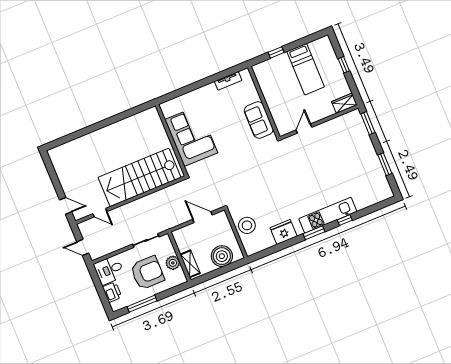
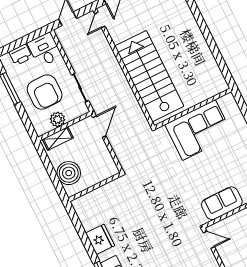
door: (304, 129) -> (209, 240), moved
door: (100, 213) -> (100, 20), moved
door: (202, 217) -> (99, 127), moved
stool: (247, 225) -> (105, 198), removed

